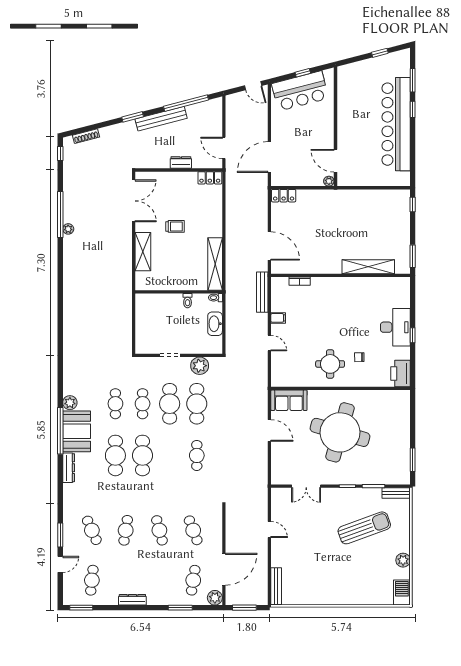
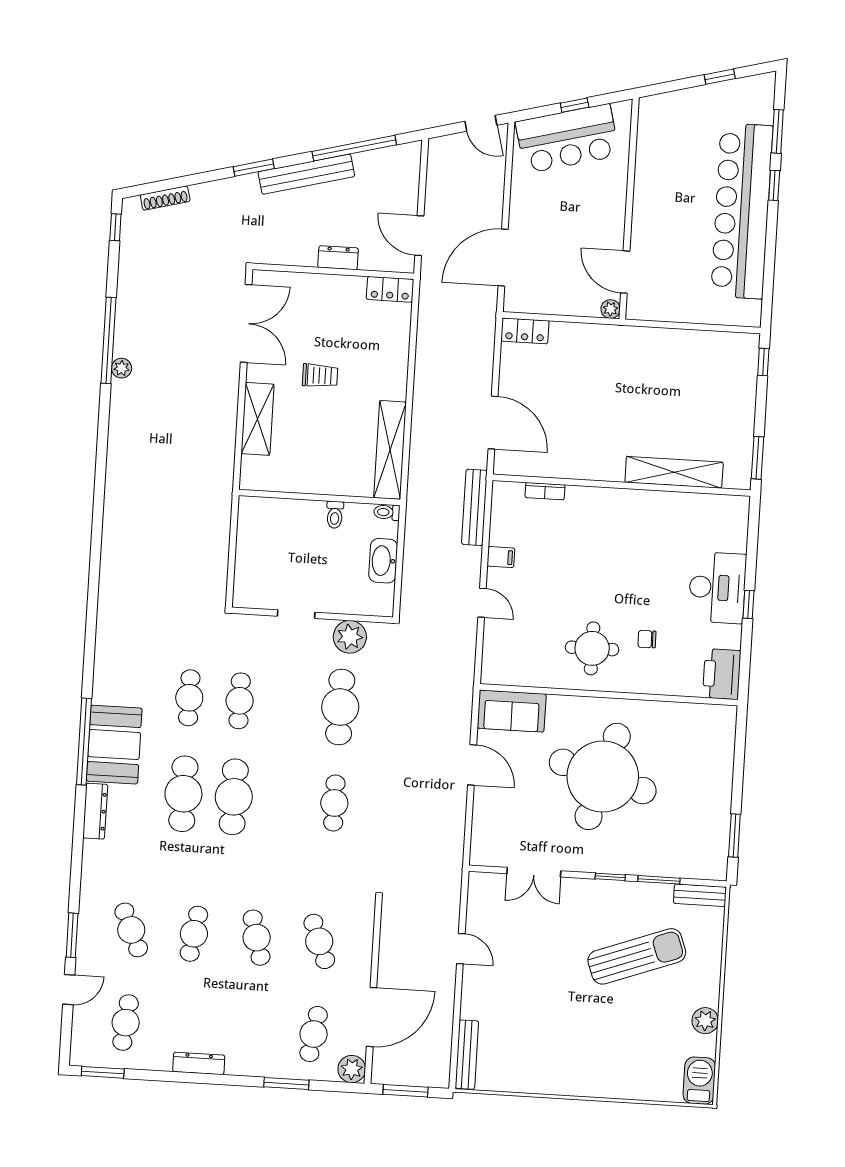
plant: (70, 403) -> (105, 691), removed
cafe table: (170, 404) -> (290, 704), removed

